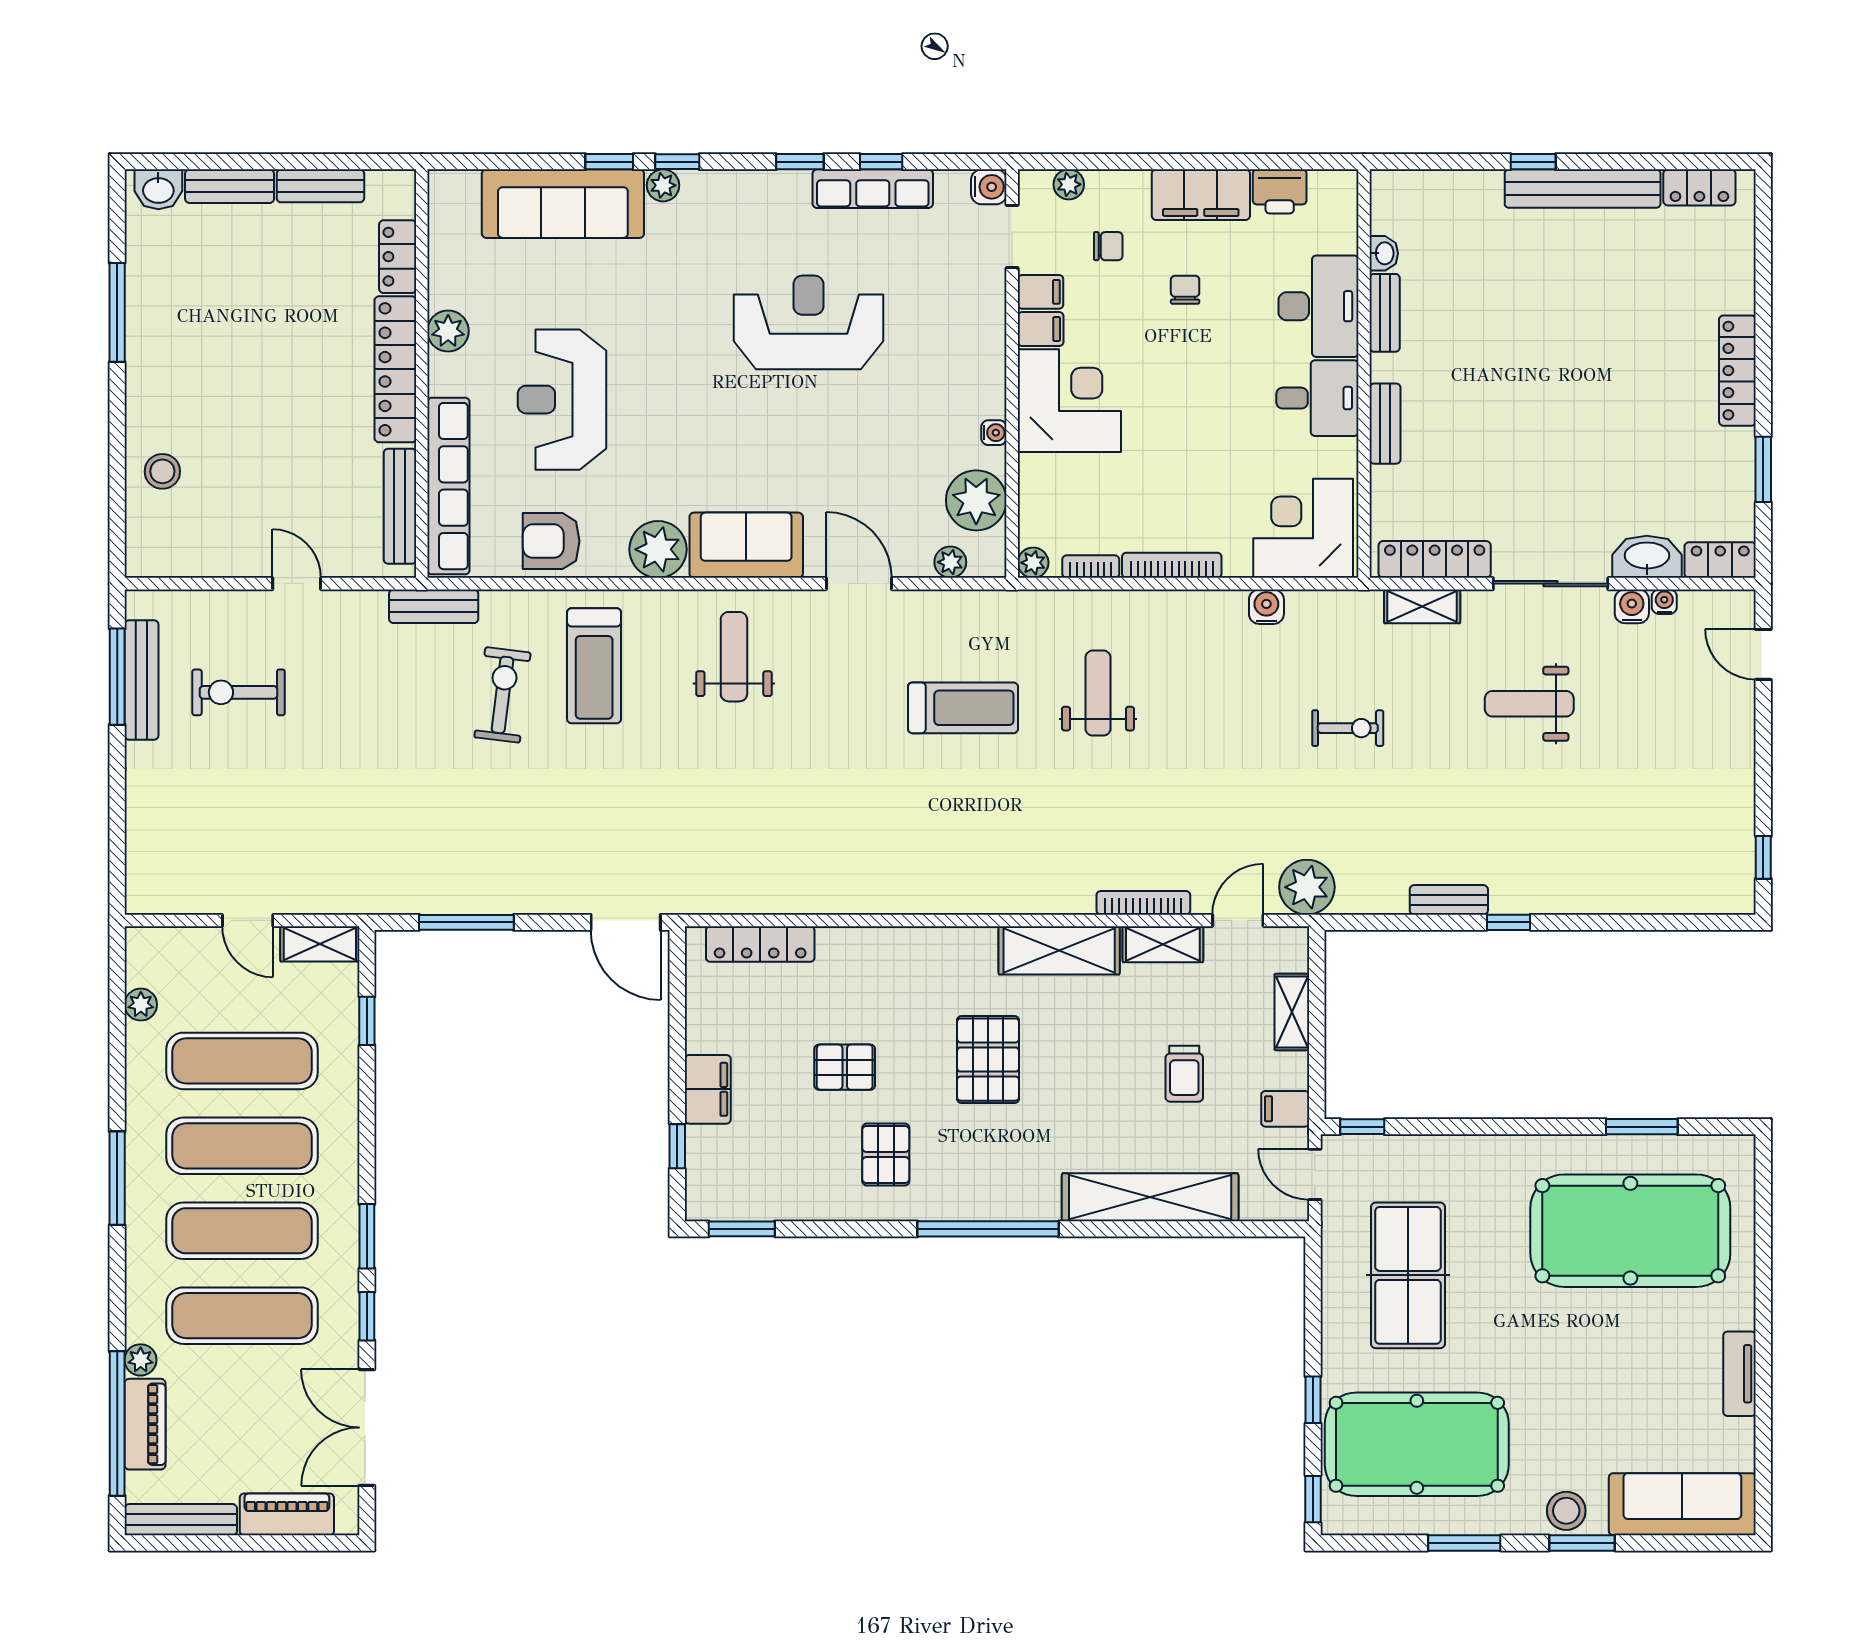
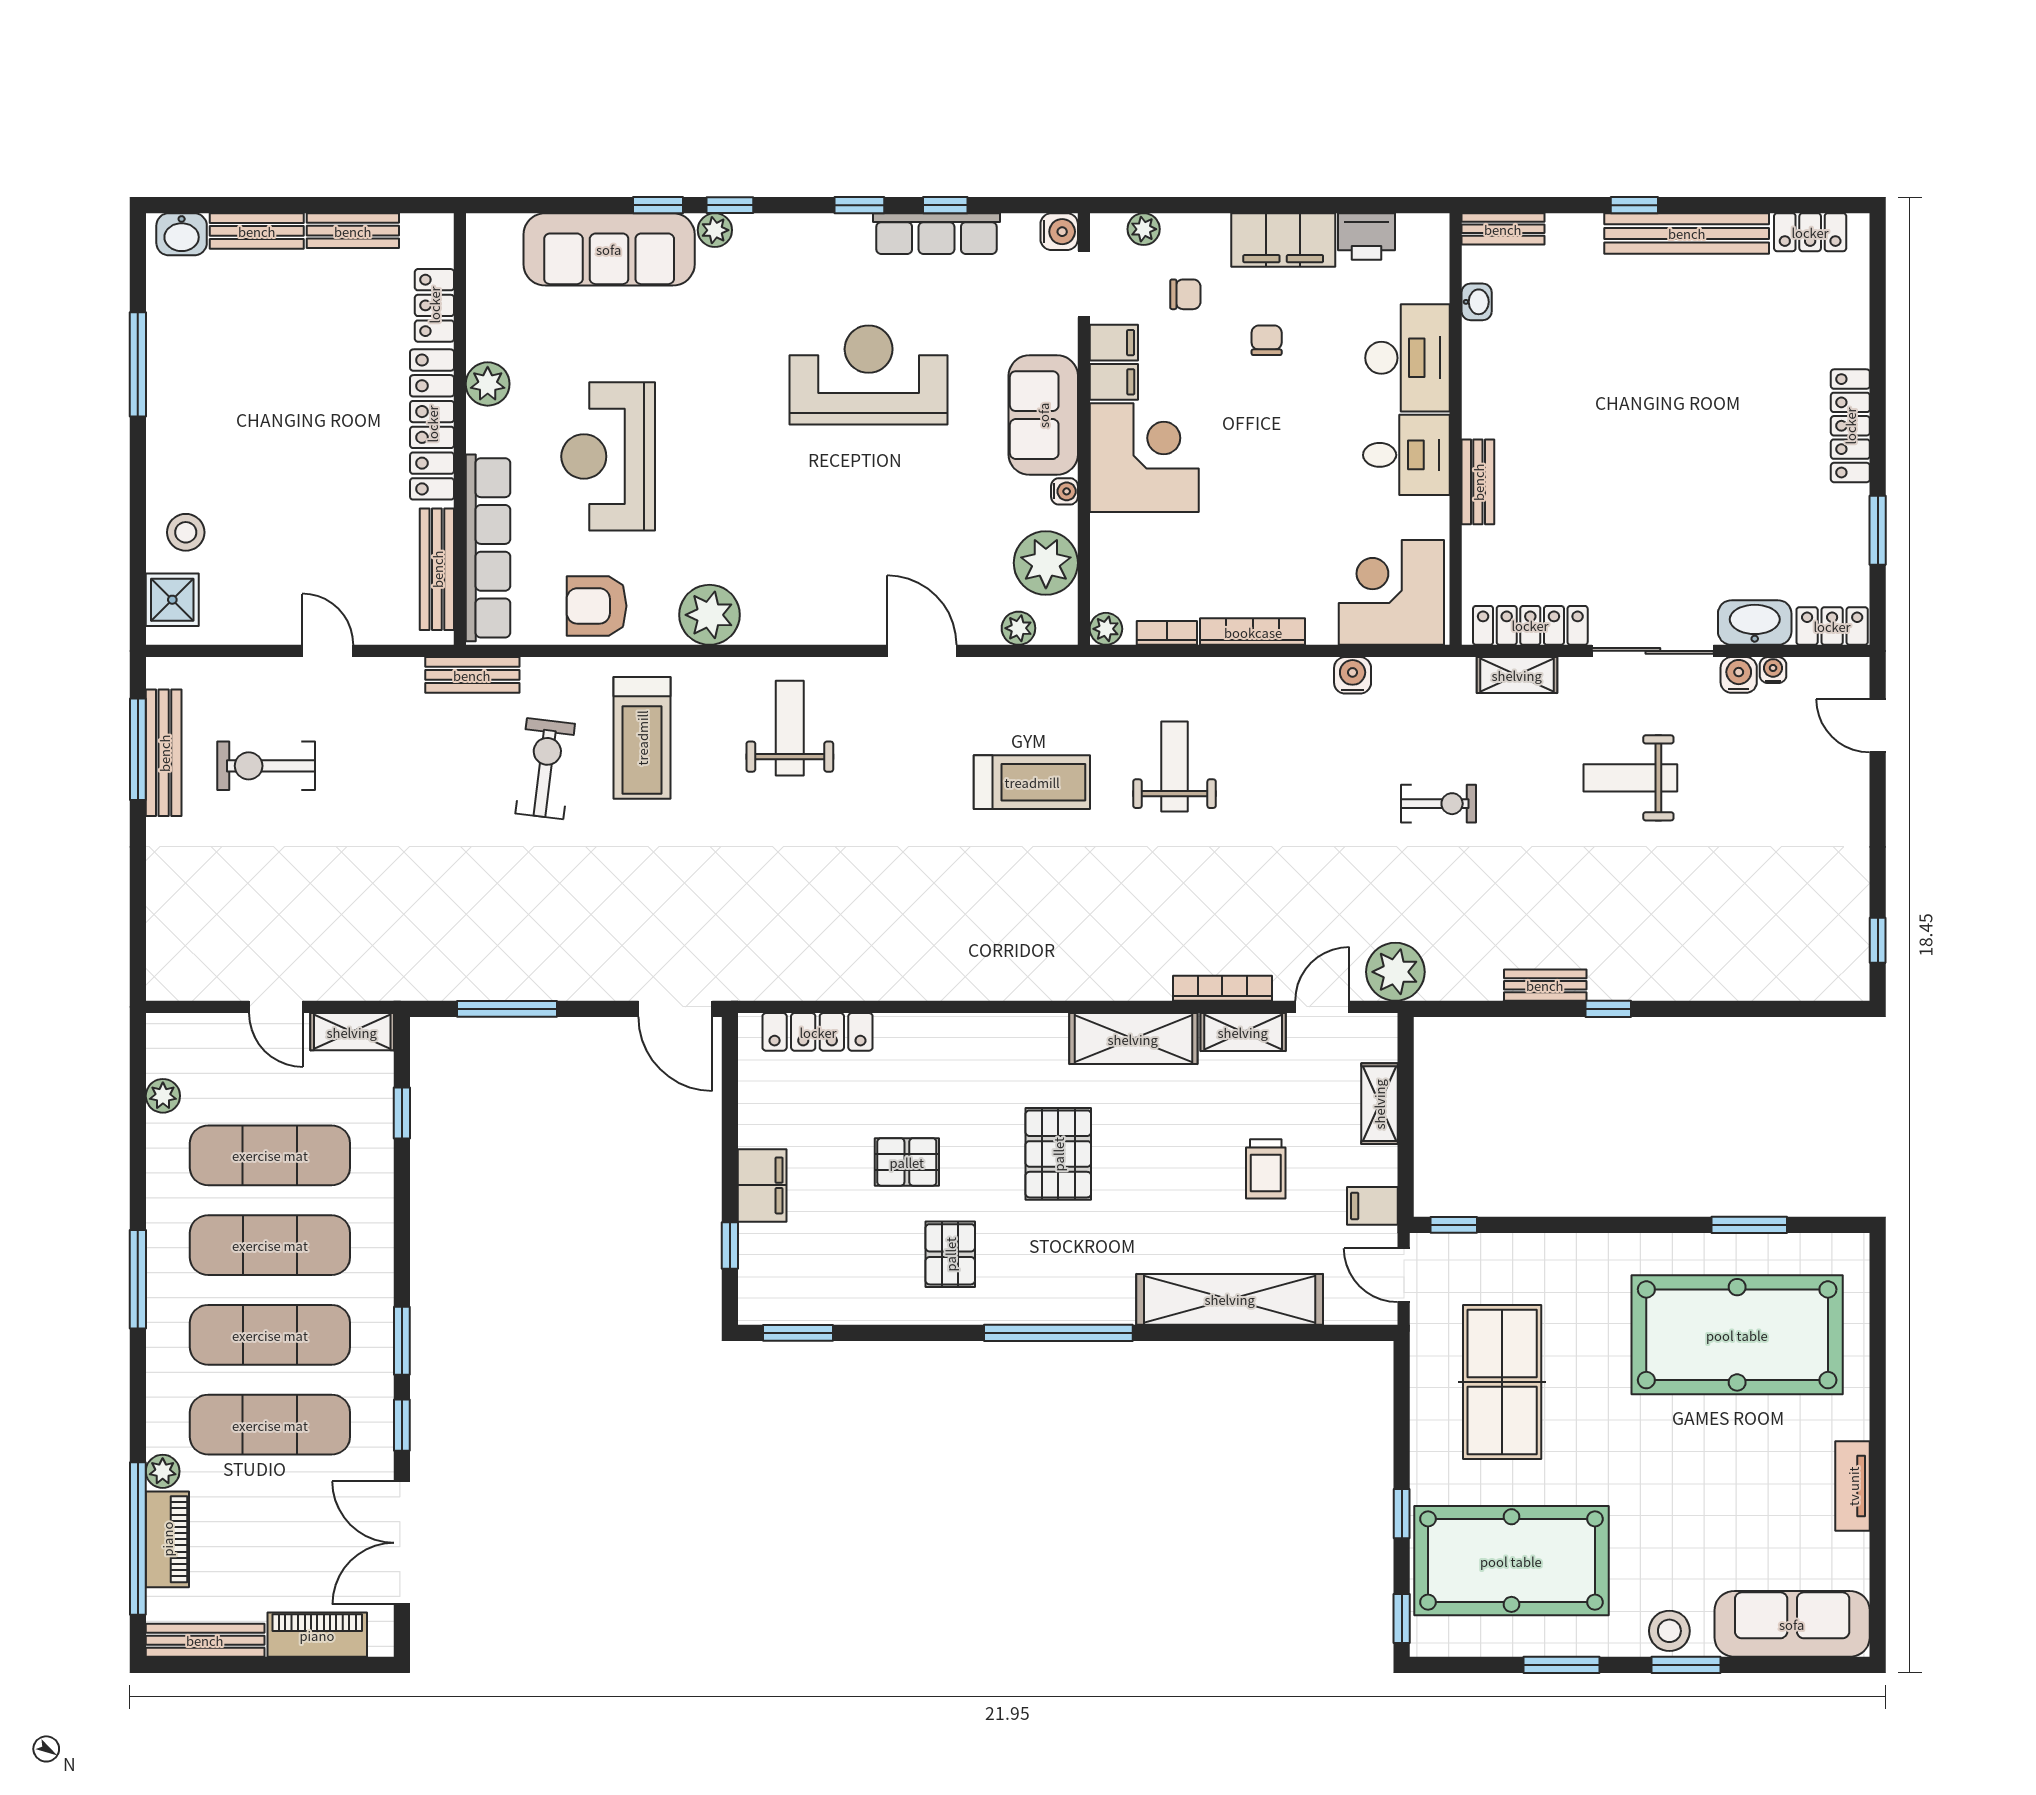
bench: (1385, 313) -> (1503, 229), moved, turned 90
shower: (150, 535) -> (172, 600), added
sofa: (746, 545) -> (1043, 415), moved, turned -90

